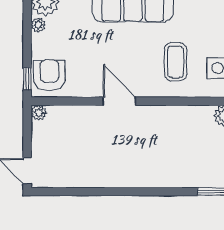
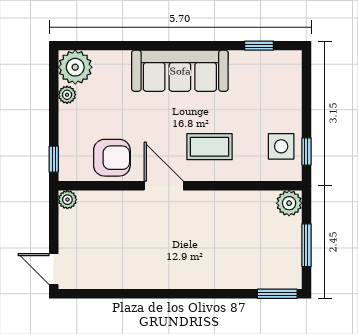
coffee table: (176, 62) -> (209, 147), moved, turned 90
armchair: (49, 75) -> (112, 158), moved, turned 90

